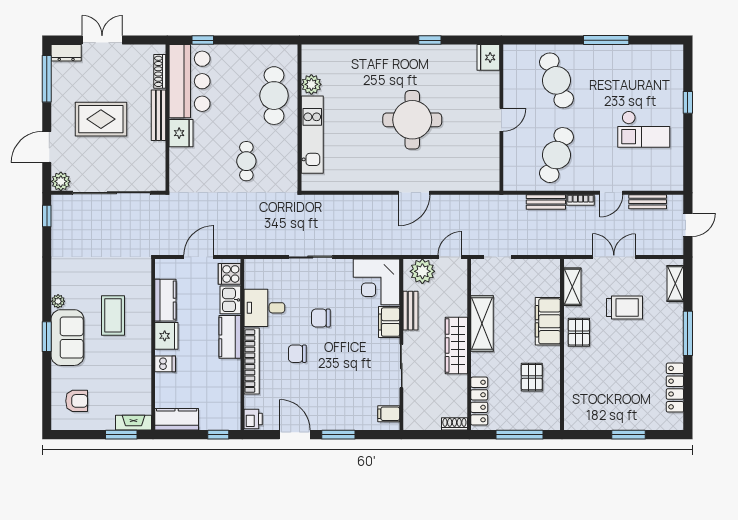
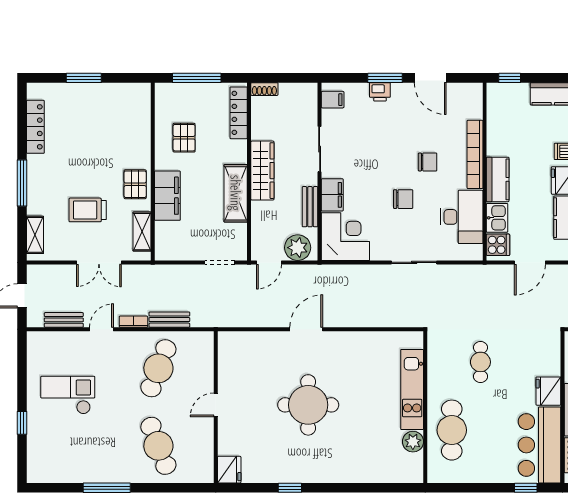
desk: (264, 308) -> (462, 217), width x1.37
printer: (253, 419) -> (380, 92), moved, turned -90

